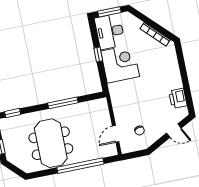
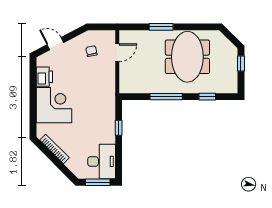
window: (98, 54) -> (119, 128), moved
corner desk: (120, 64) -> (54, 105), moved, turned 180
window: (13, 113) -> (207, 97), moved
window: (80, 166) -> (161, 27), width x0.47

